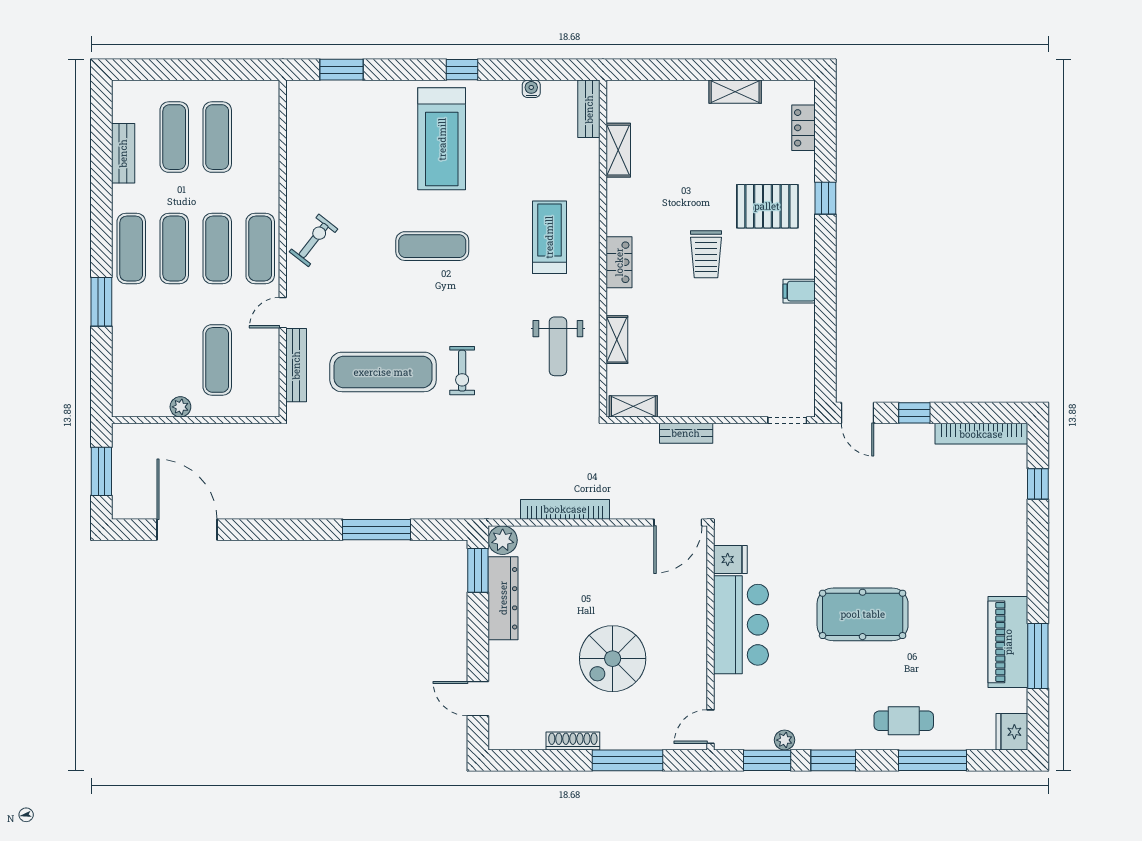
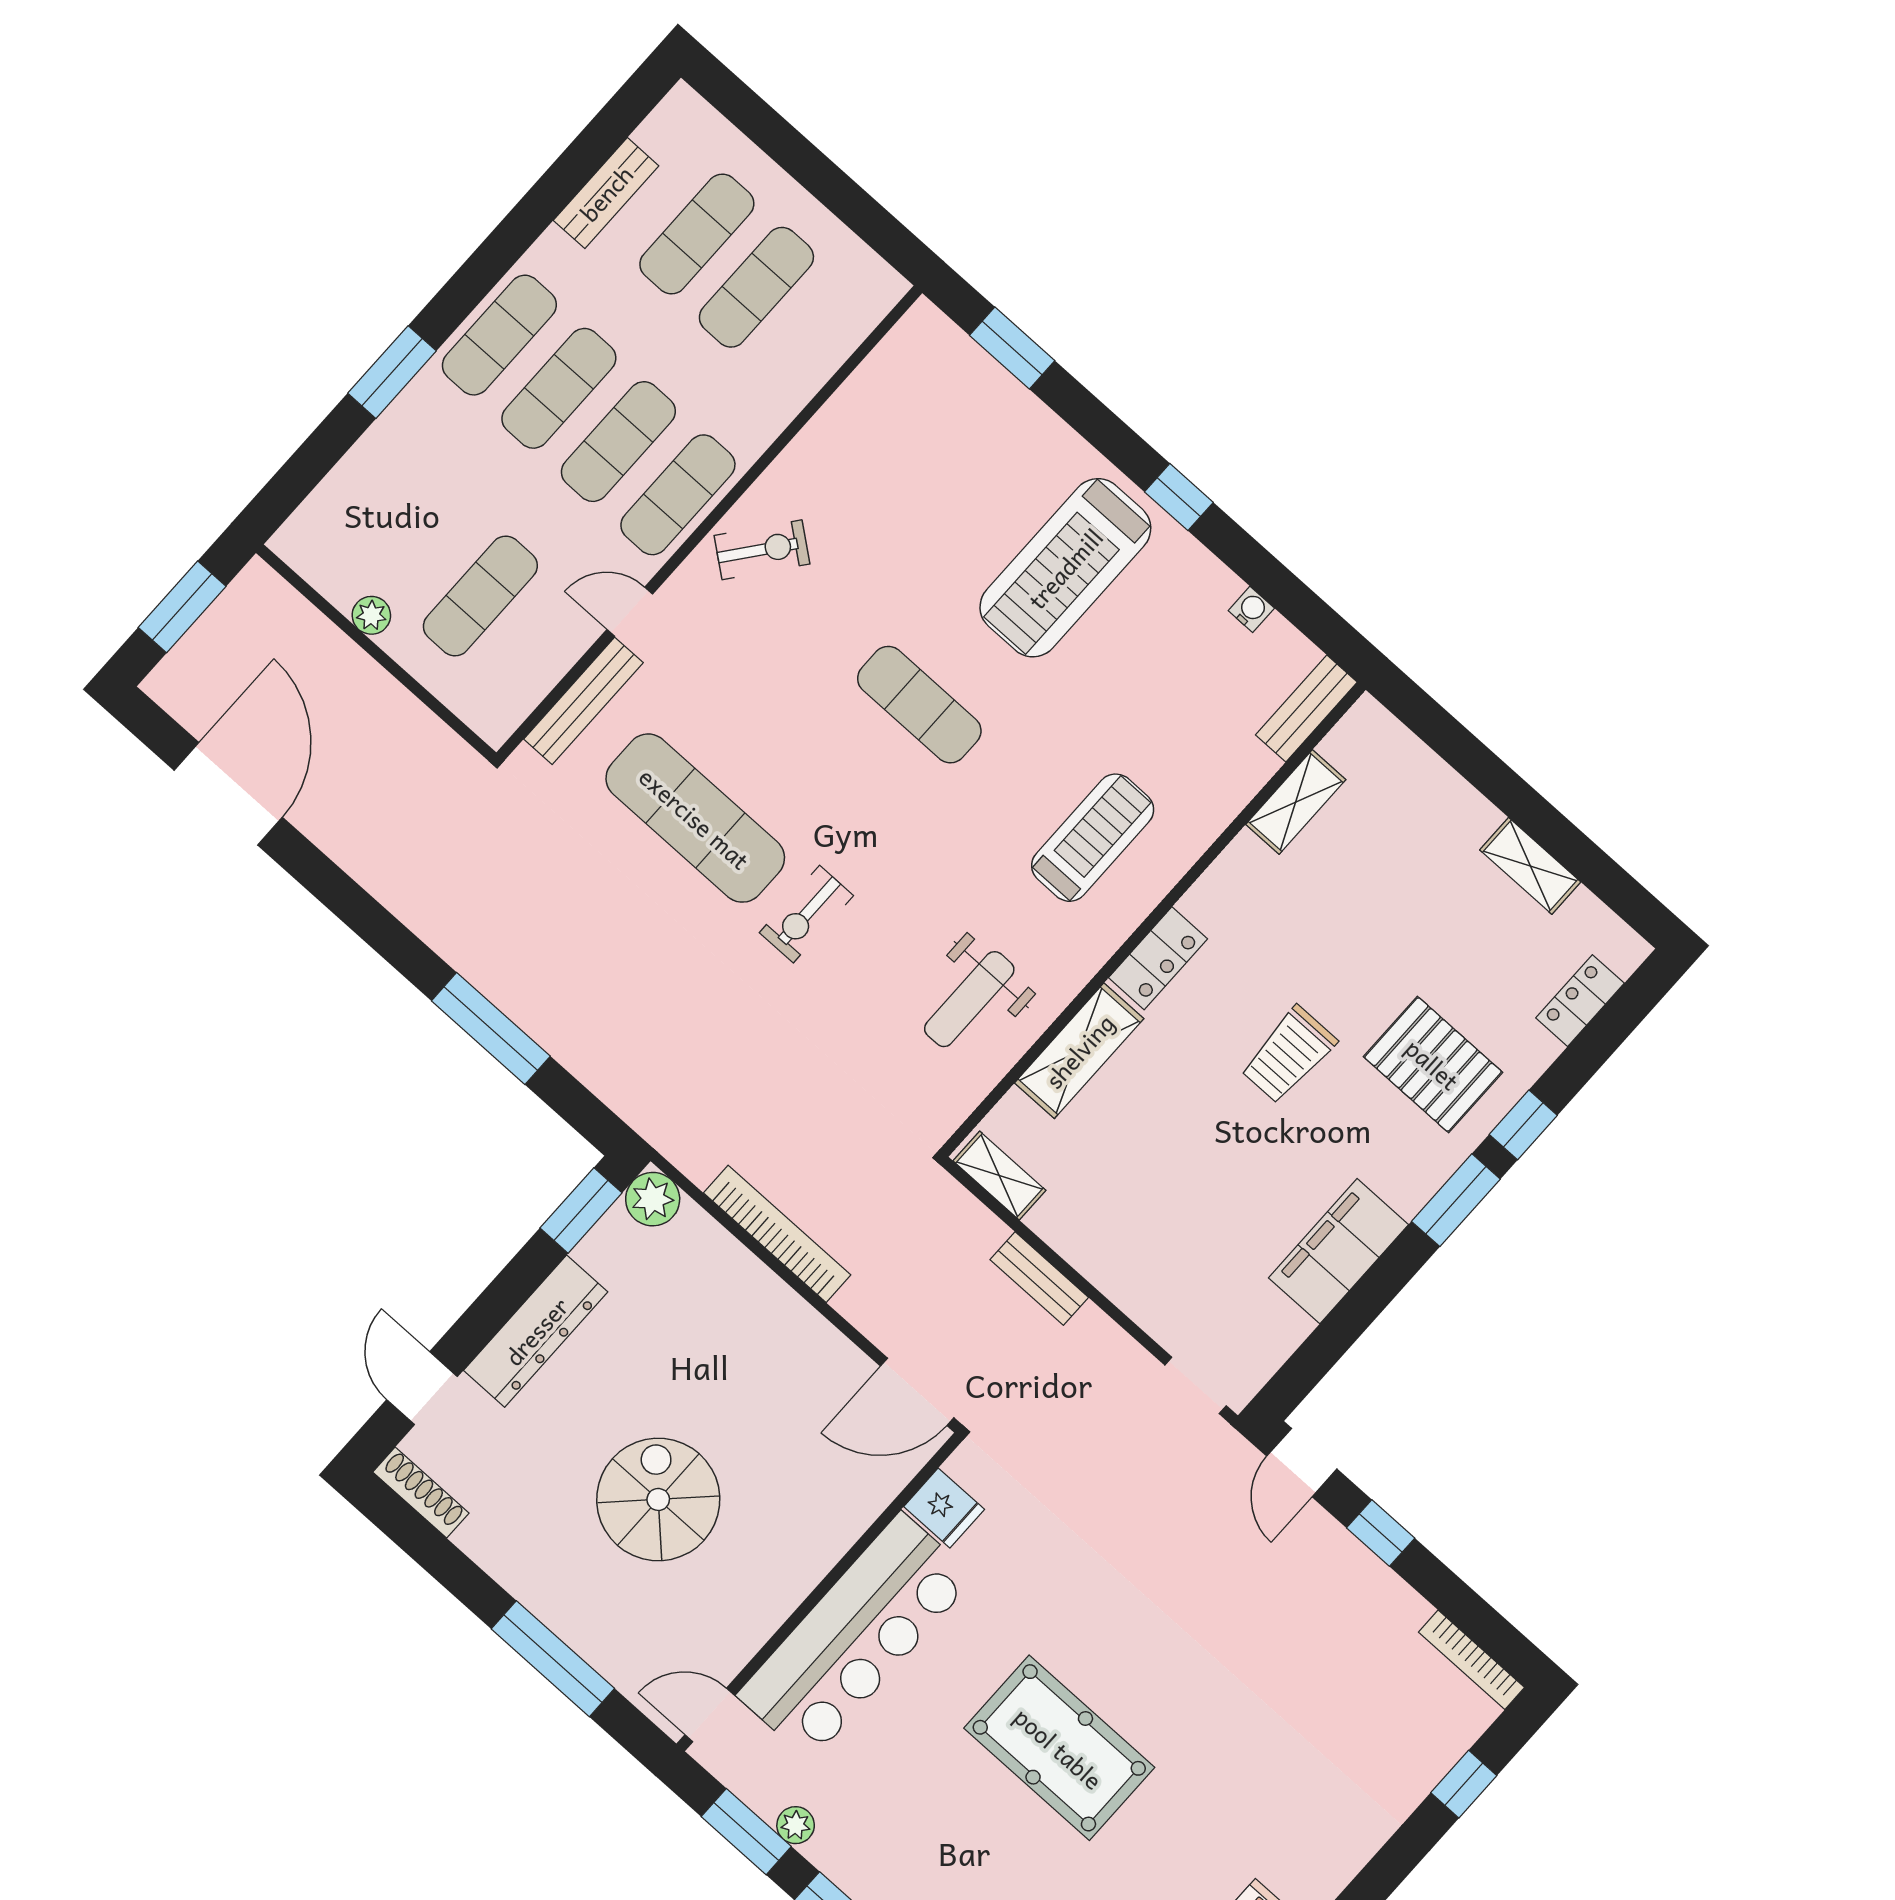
window: (825, 252) -> (1456, 1200), added
filing cabinet: (799, 291) -> (1338, 1251), width x3.00, depth x1.17
shelving: (617, 340) -> (1079, 1051), width x1.50, depth x1.33
bookcase: (981, 434) -> (1472, 1660), width x0.68, depth x0.76
dresser: (503, 598) -> (536, 1331), moved
bar counter: (741, 625) -> (856, 1636), width x1.36
spiral stairs: (613, 659) -> (658, 1499), turned 90
shoe rack: (573, 741) -> (421, 1493), moved

